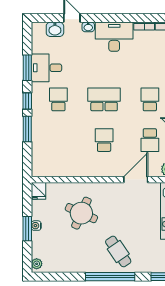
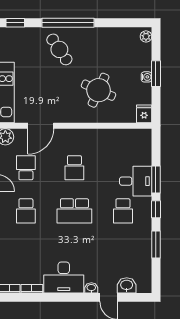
desk: (46, 68) -> (136, 181), moved

